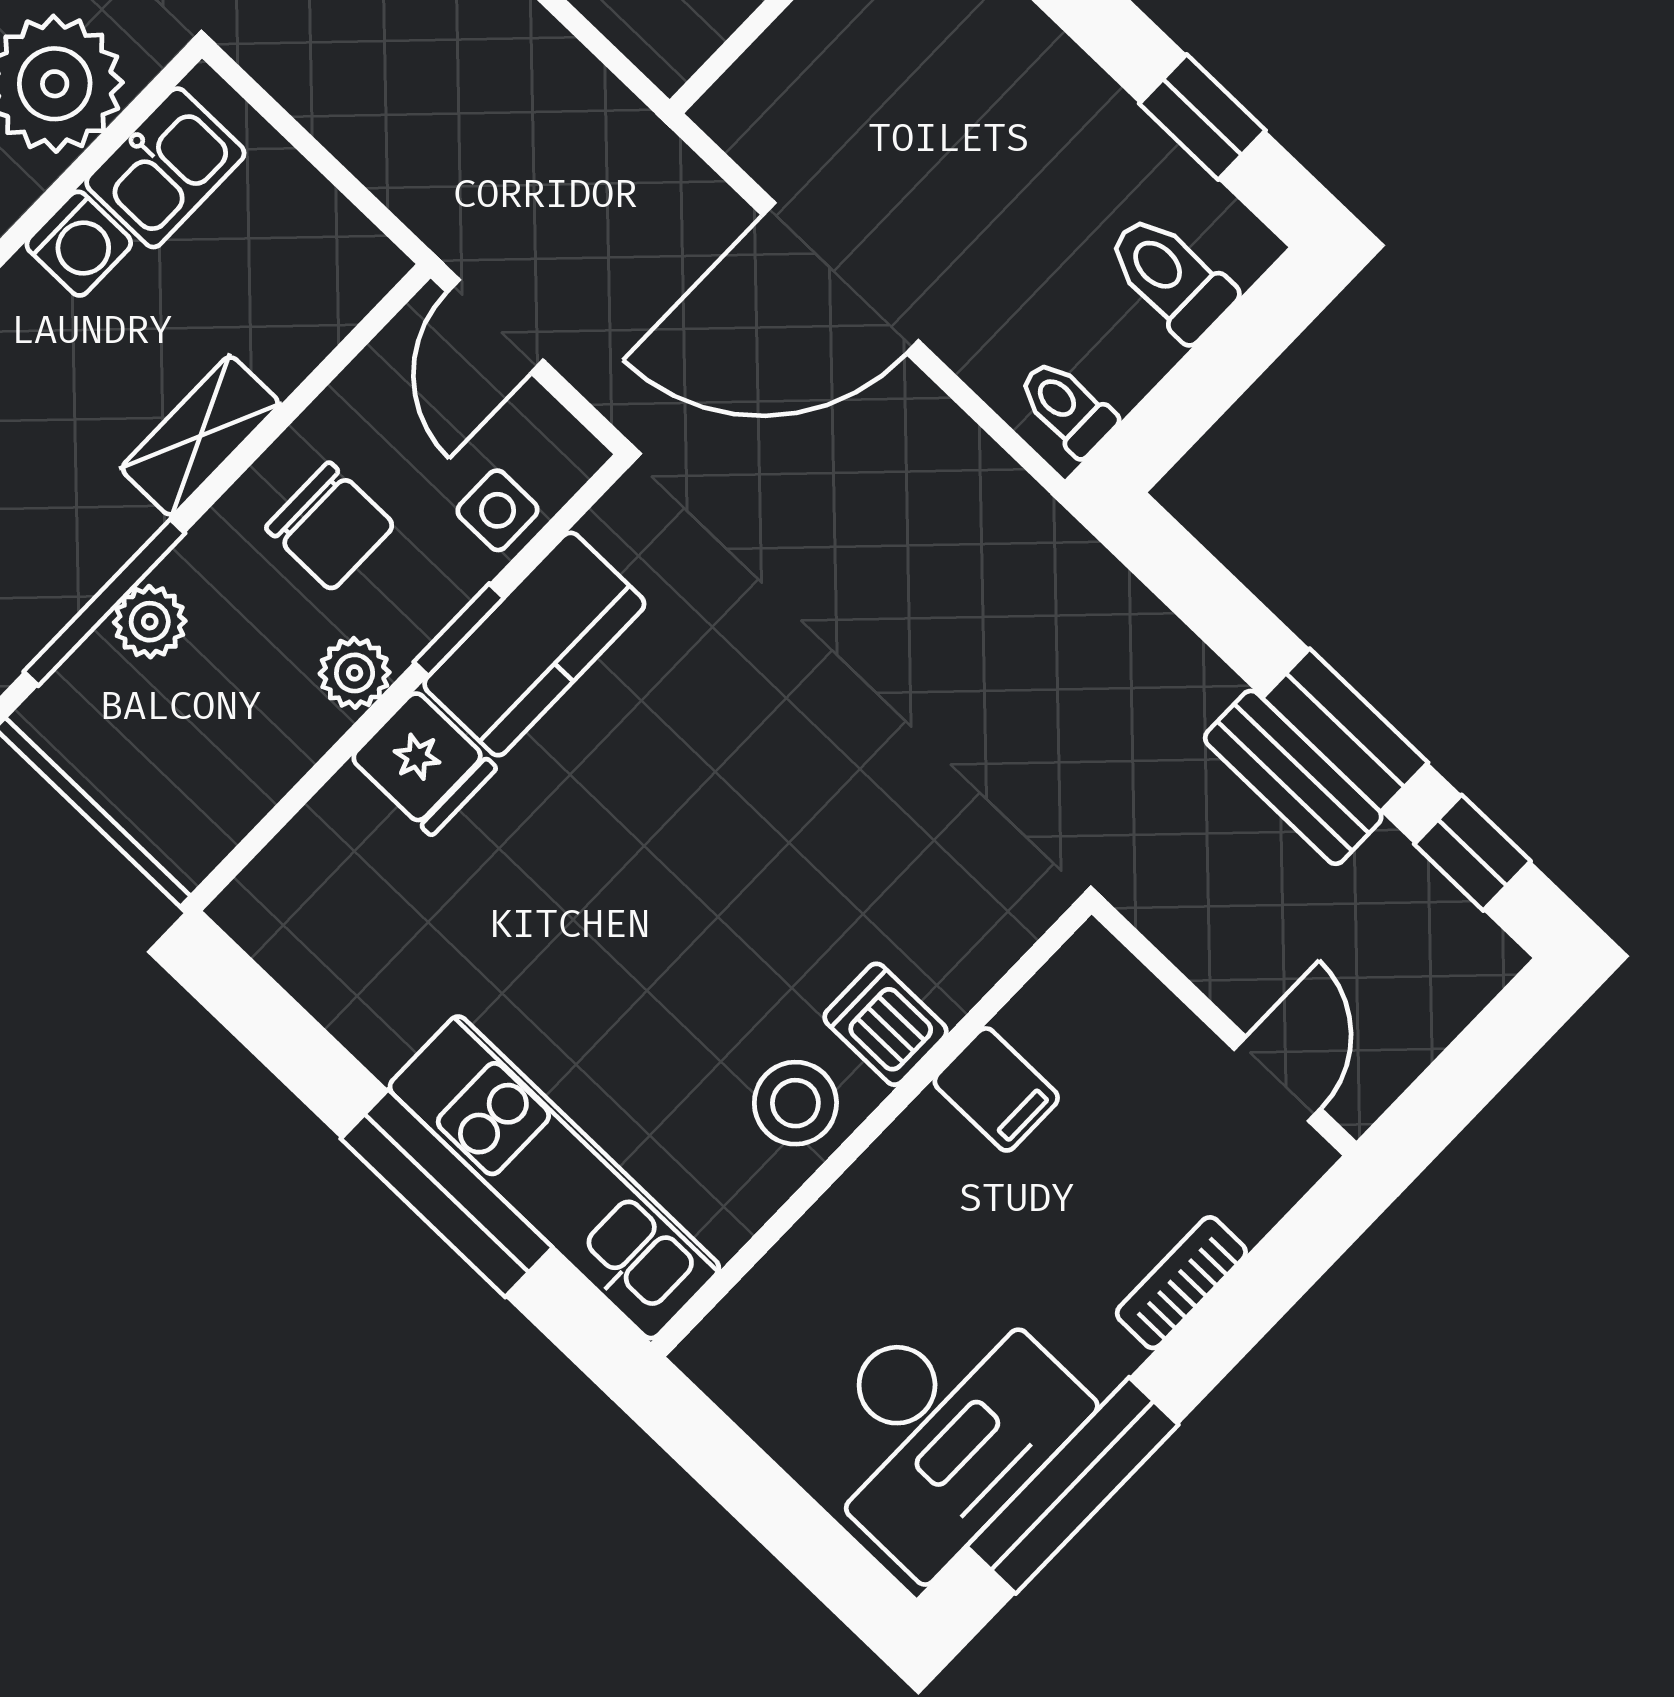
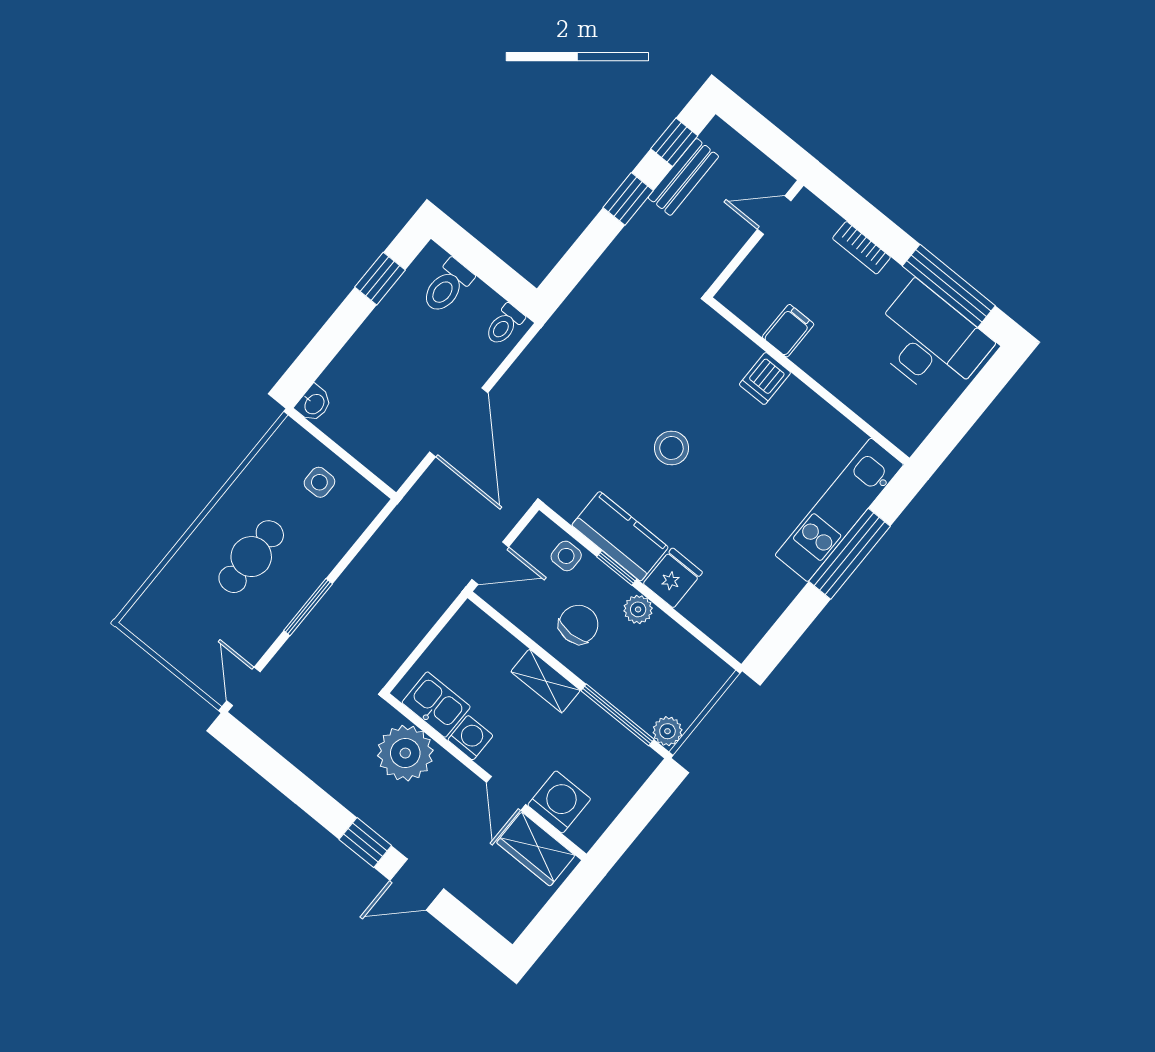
plant: (150, 622) -> (667, 731), moved
window: (1345, 730) -> (628, 199), width x0.67
bench: (1293, 777) -> (683, 177), moved
stool: (795, 1103) -> (671, 448), moved

